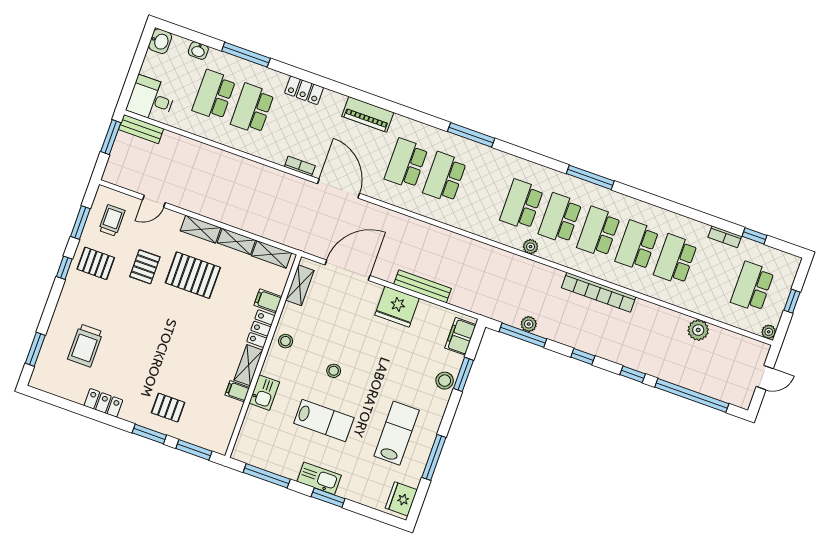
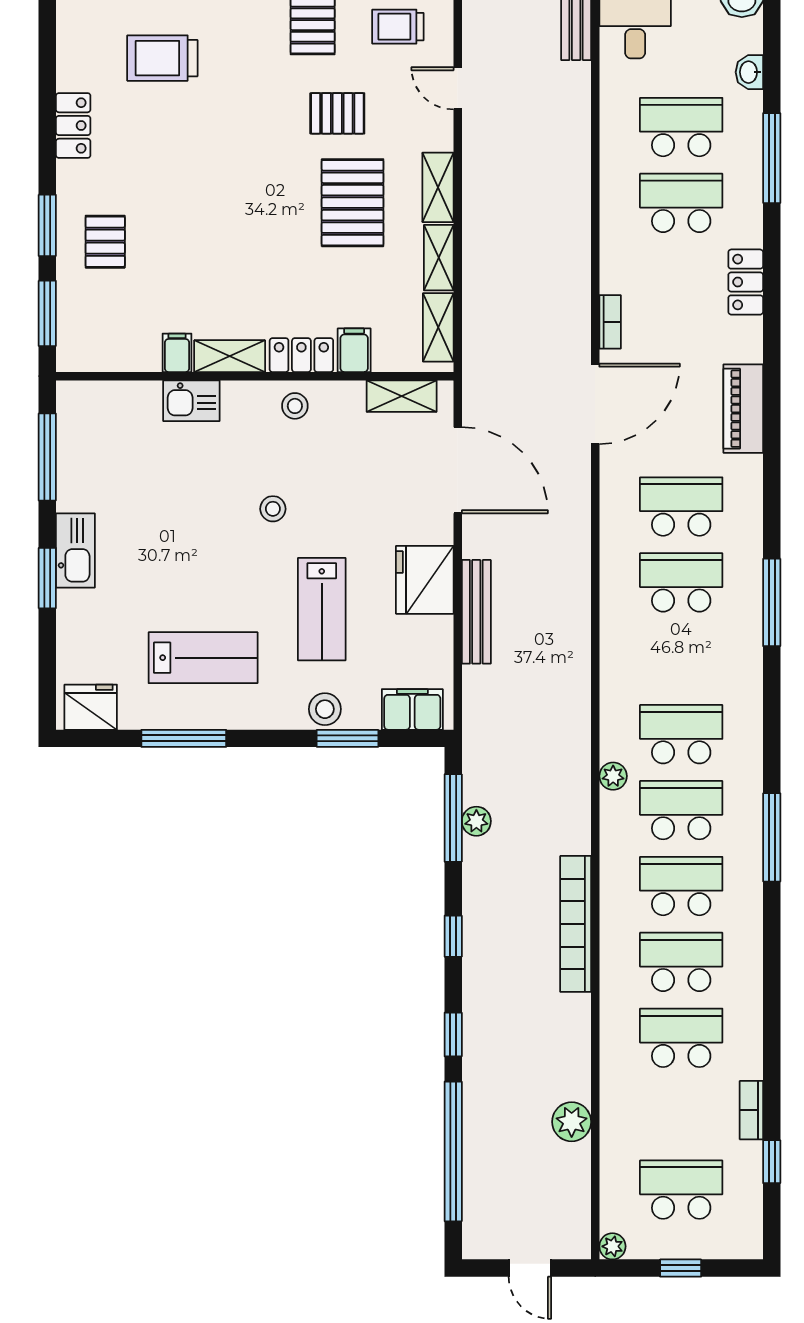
trolley: (112, 220) -> (398, 27), turned 180
lab bench: (324, 420) -> (322, 609), moved

